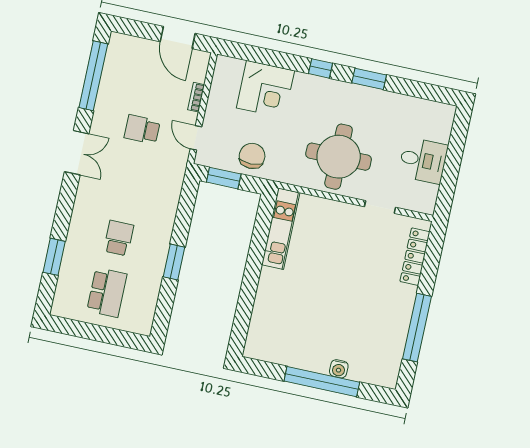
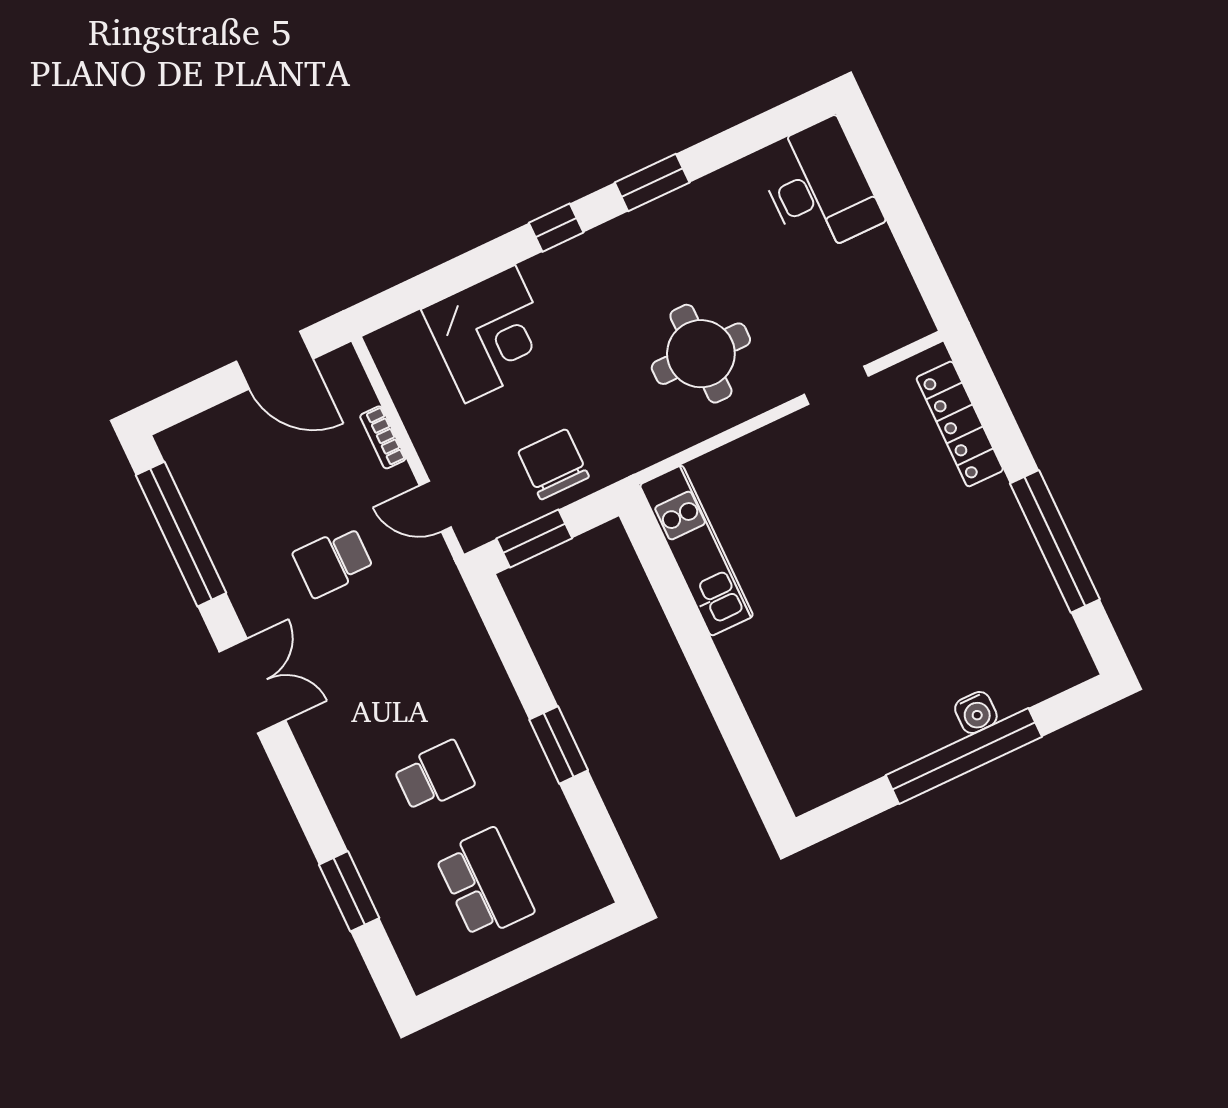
round table: (339, 157) -> (701, 354), width x0.73, depth x0.73
desk: (423, 160) -> (819, 187), moved, width x1.37
school desk: (119, 238) -> (434, 776), turned 90

